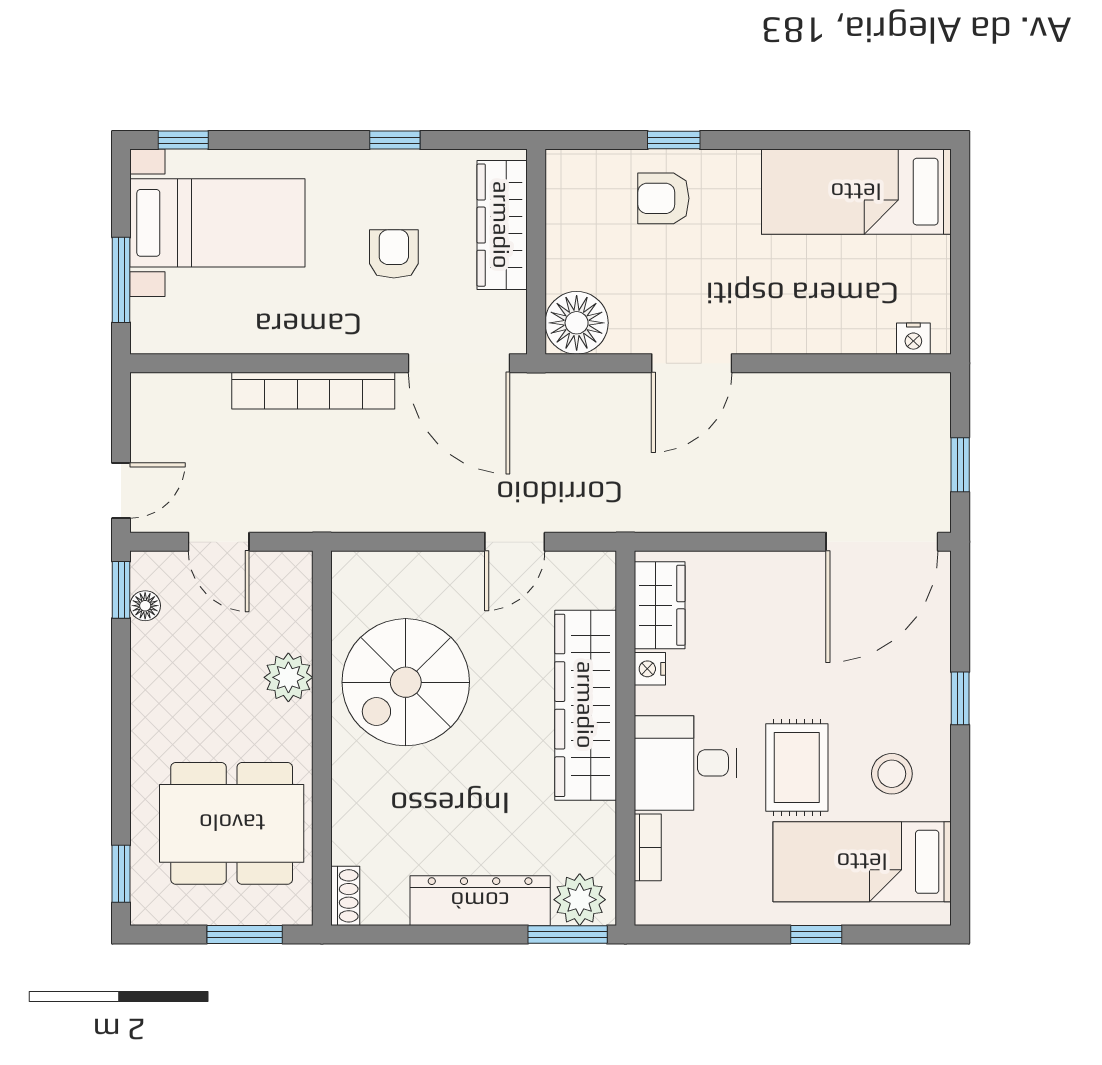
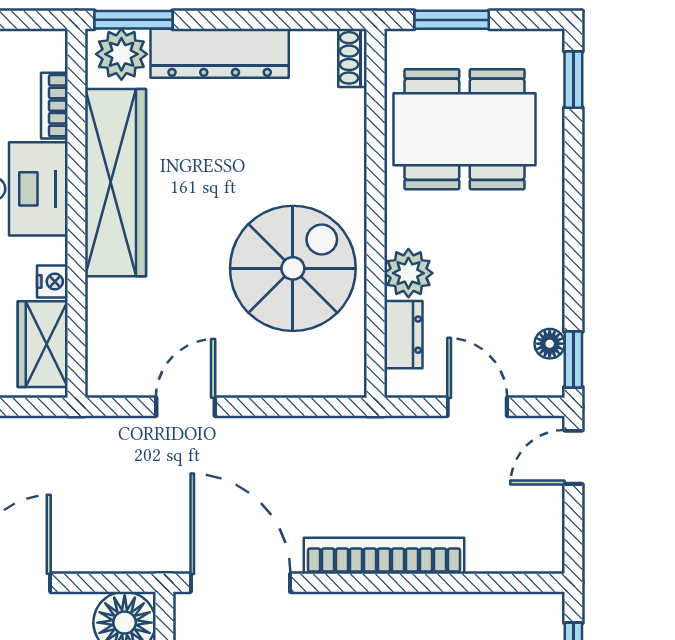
dresser: (294, 615) -> (403, 335), added
wardrobe: (586, 705) -> (116, 183), moved

